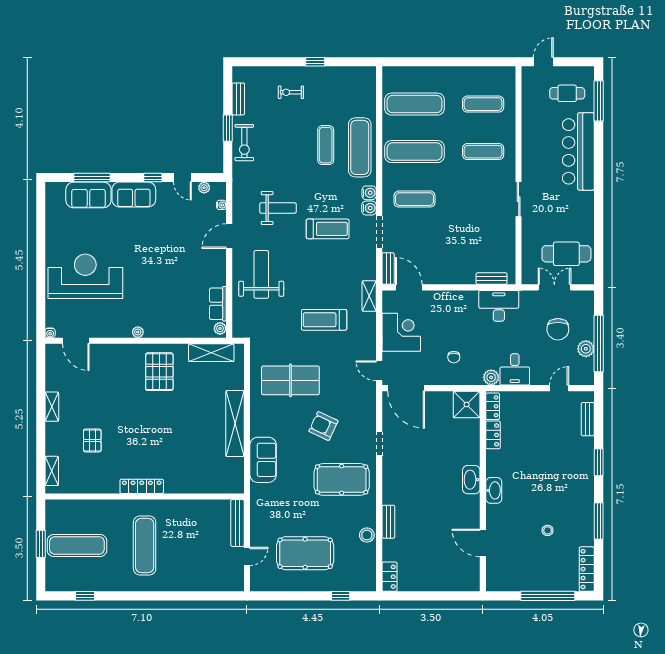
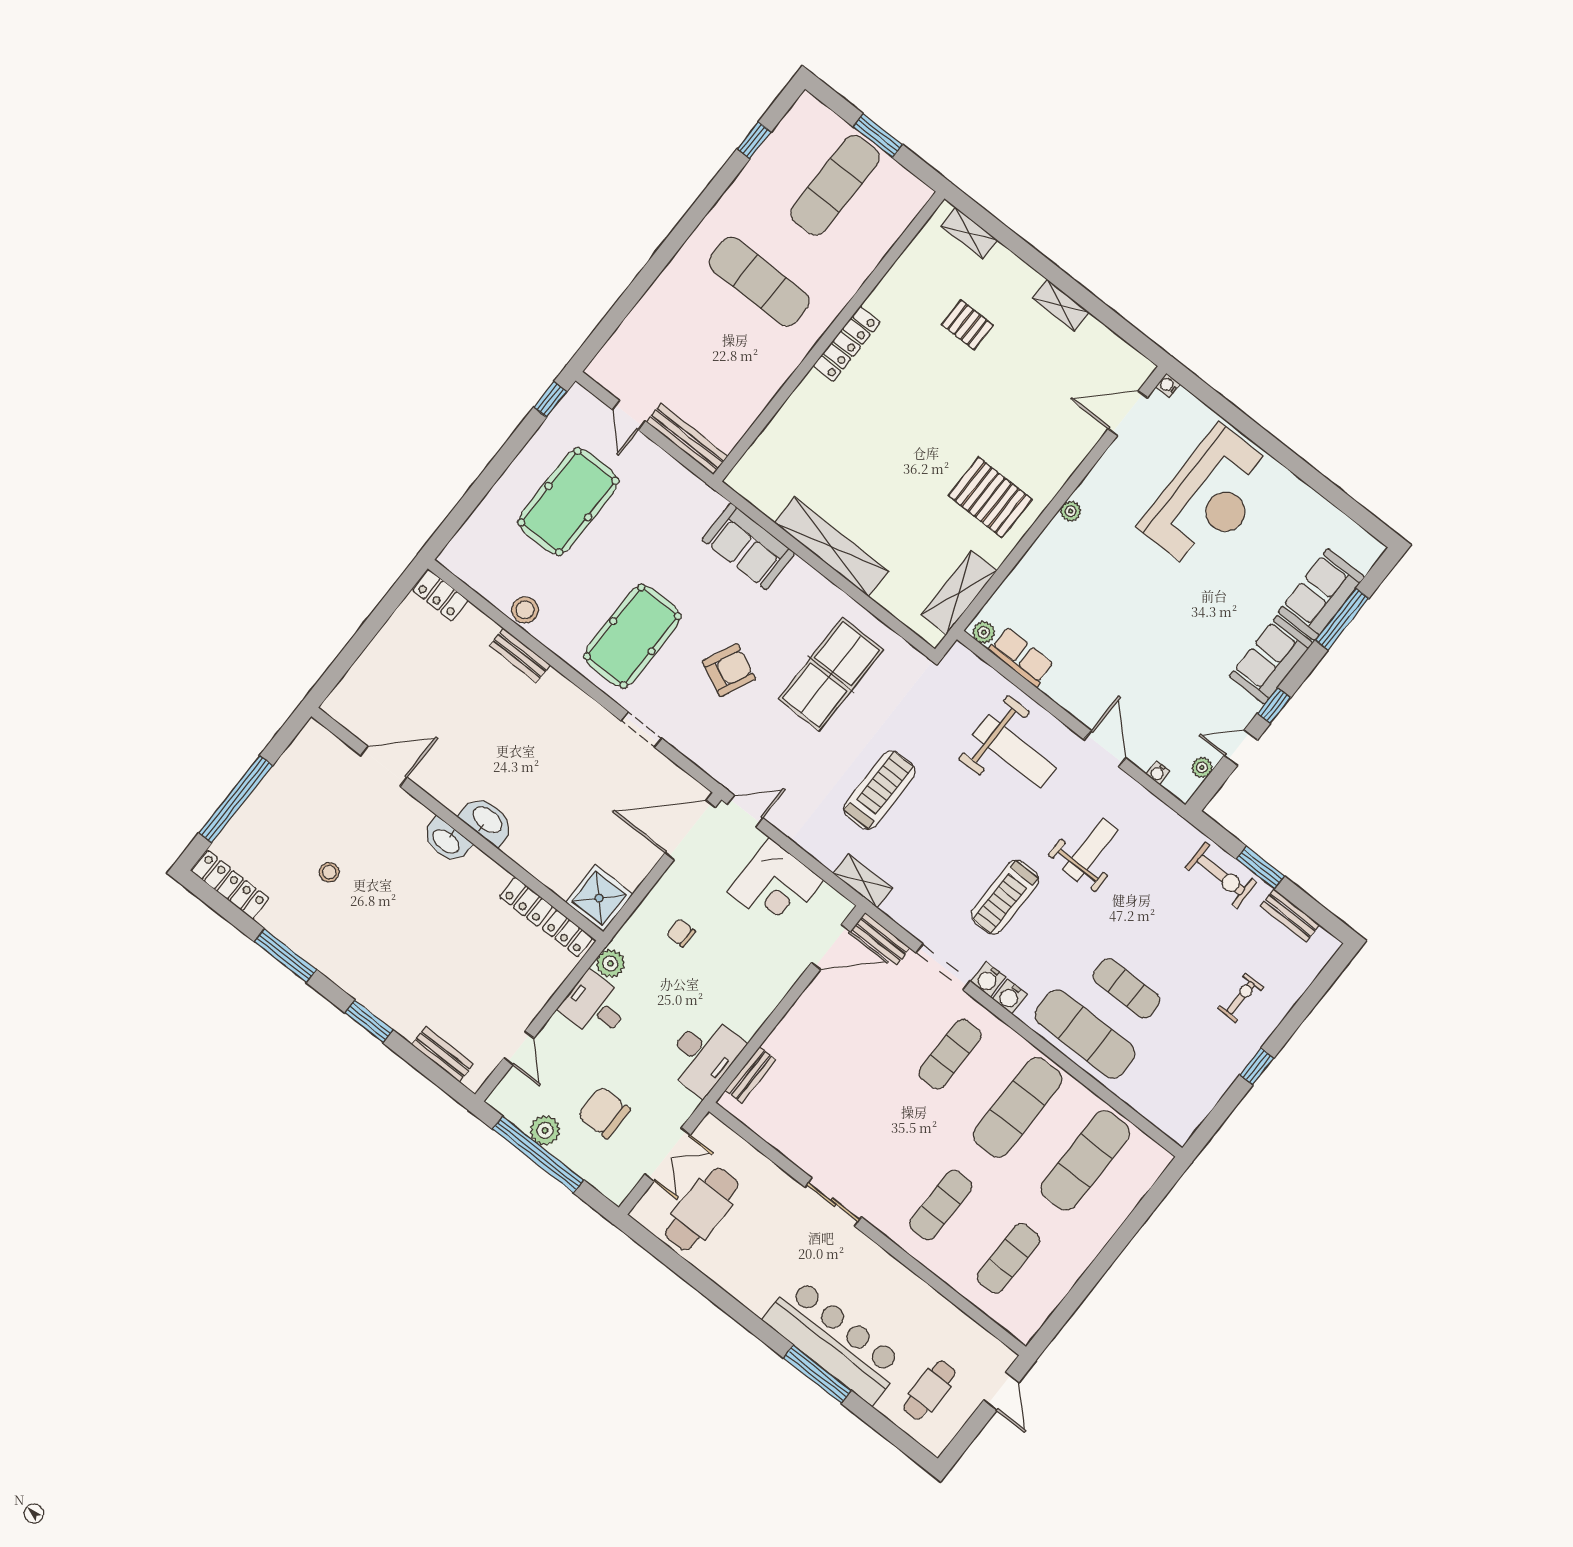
window: (599, 101) -> (817, 1374), moved
exercise bike: (244, 143) -> (1221, 875), turned 180
weight bench: (278, 208) -> (1090, 850), turned 180
window: (341, 596) -> (550, 399), moved

